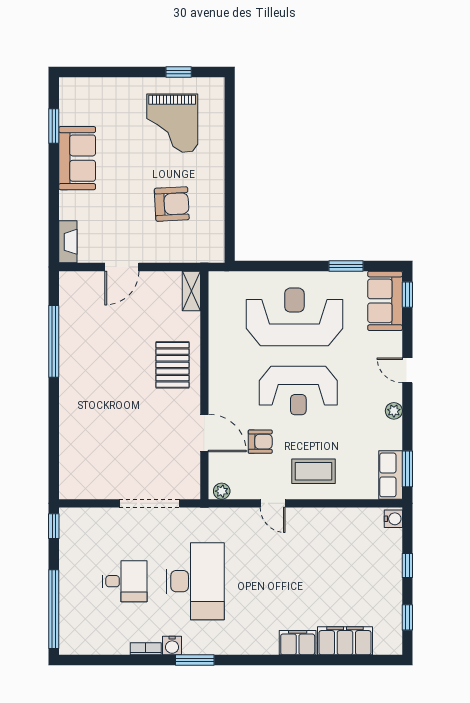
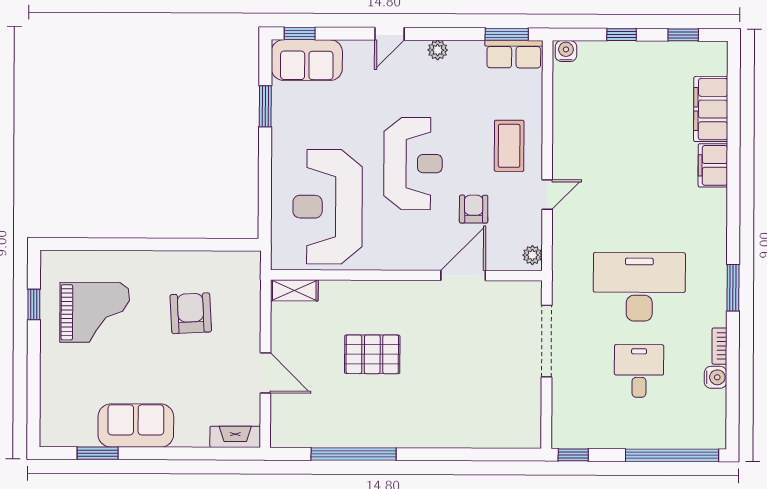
reception desk: (294, 317) -> (328, 207), moved
pallet: (172, 365) -> (372, 354), moved
water cooler: (172, 646) -> (716, 377), moved

